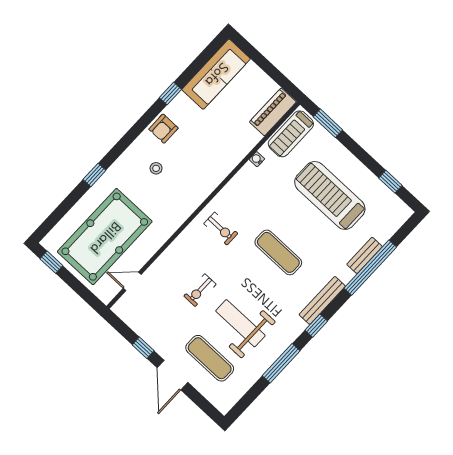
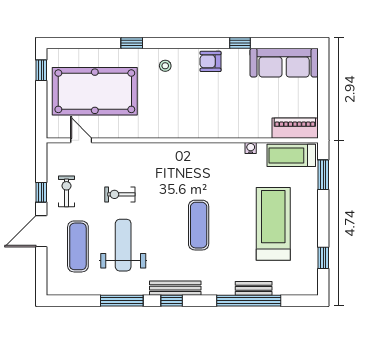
stool: (156, 168) -> (165, 66), moved
exercise bike: (221, 229) -> (66, 191), moved, turned 180
bench: (322, 300) -> (175, 288), moved

